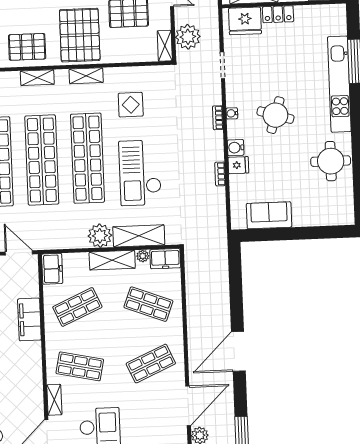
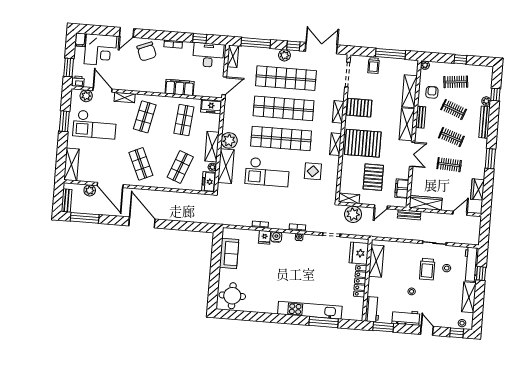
locker: (278, 14) -> (360, 281), width x1.53
pallet: (27, 47) -> (359, 108), turned 90
round table: (275, 115) -> (294, 266), removed
round table: (331, 161) -> (232, 296), moved
checkout: (140, 173) -> (267, 172), turned 180
shop shelf: (77, 307) -> (184, 120), turned 30

